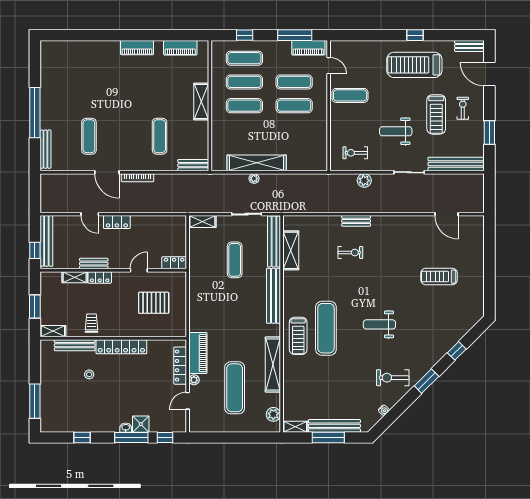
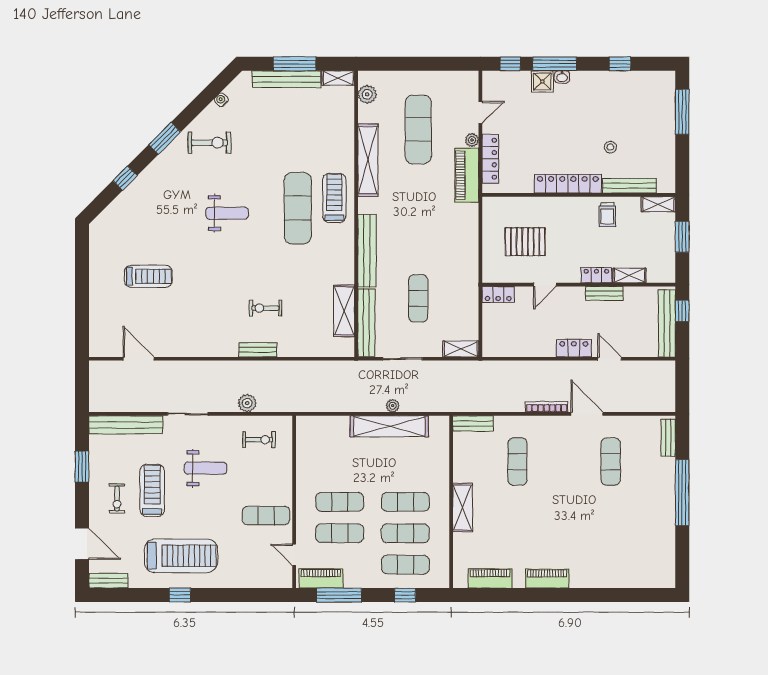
bench: (45, 149) -> (668, 438), width x0.73

